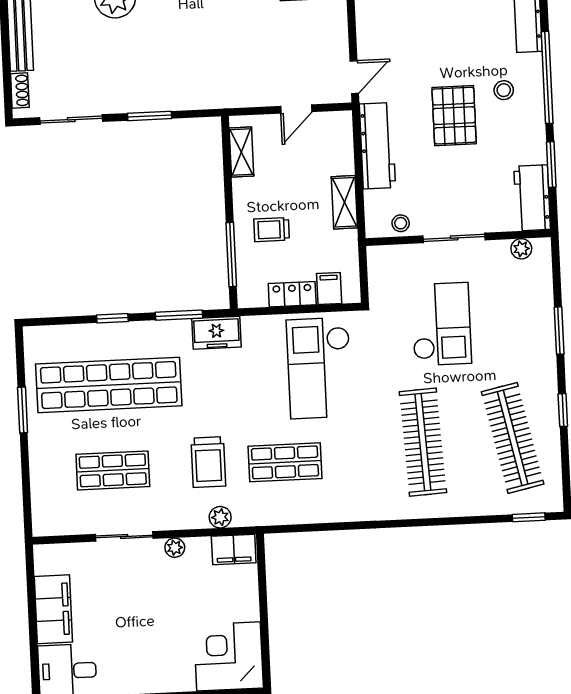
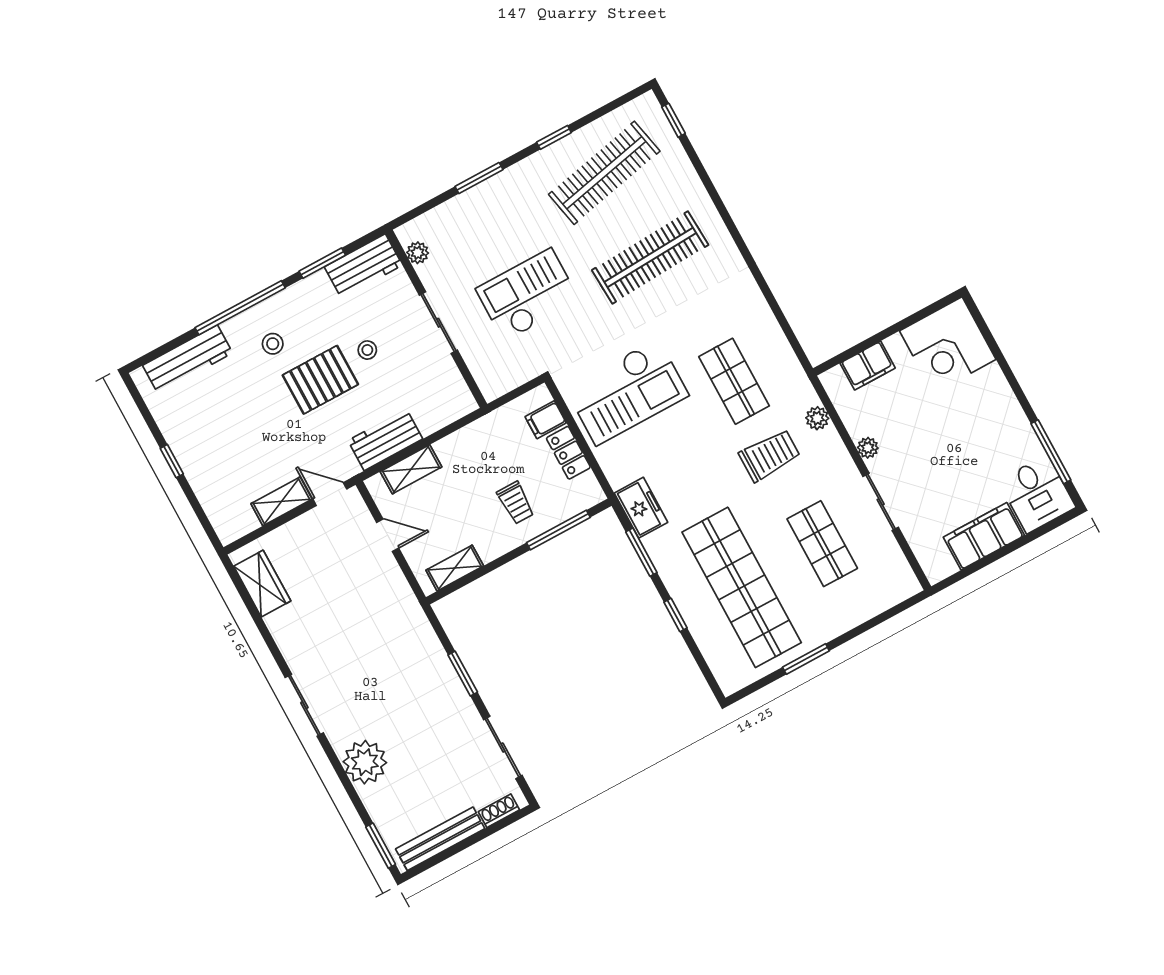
shelving: (368, 34) -> (282, 501), added
workbench: (377, 146) -> (385, 440), width x0.73
shelving: (344, 202) -> (411, 469), moved
stool: (401, 223) -> (367, 350), moved
filing cabinet: (234, 550) -> (868, 366), moved, turned 90

